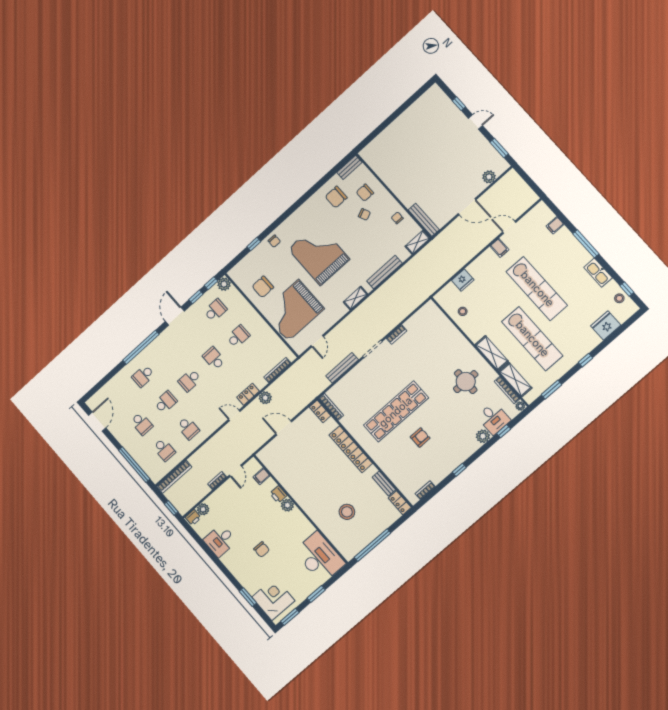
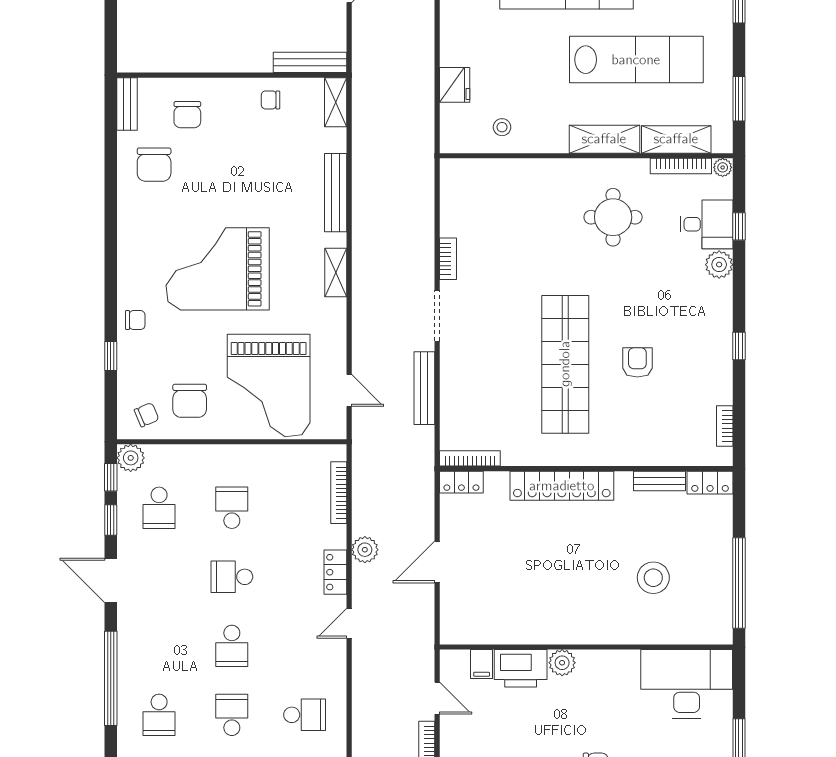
chair: (364, 214) -> (147, 415), moved
school desk: (215, 310) -> (159, 508), turned 180
printer: (278, 494) -> (521, 668), width x1.87, depth x1.48

